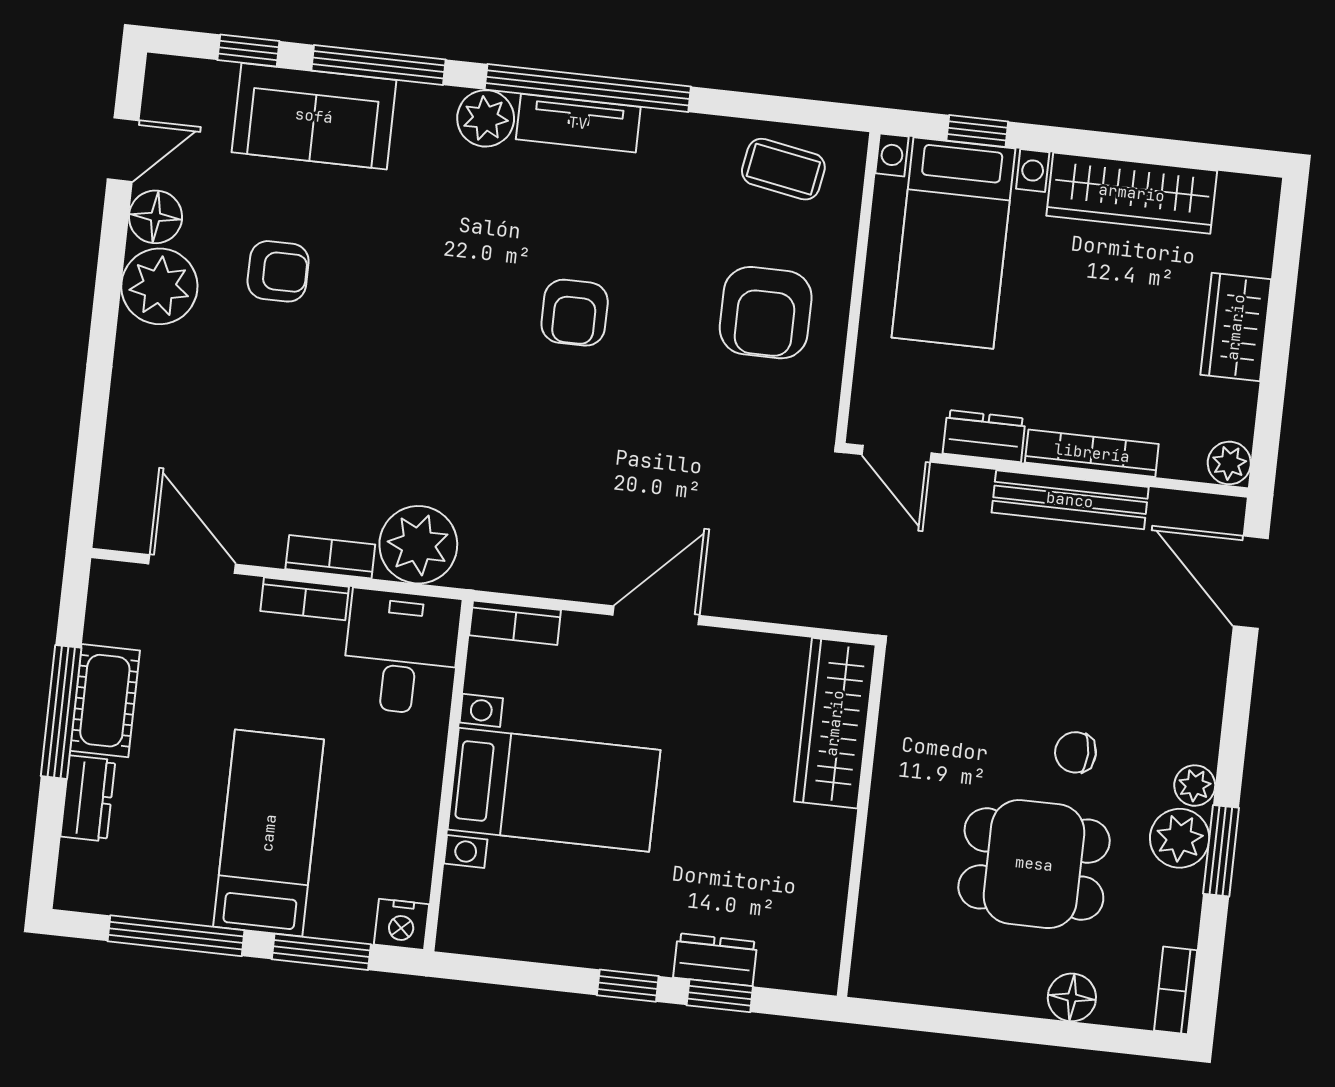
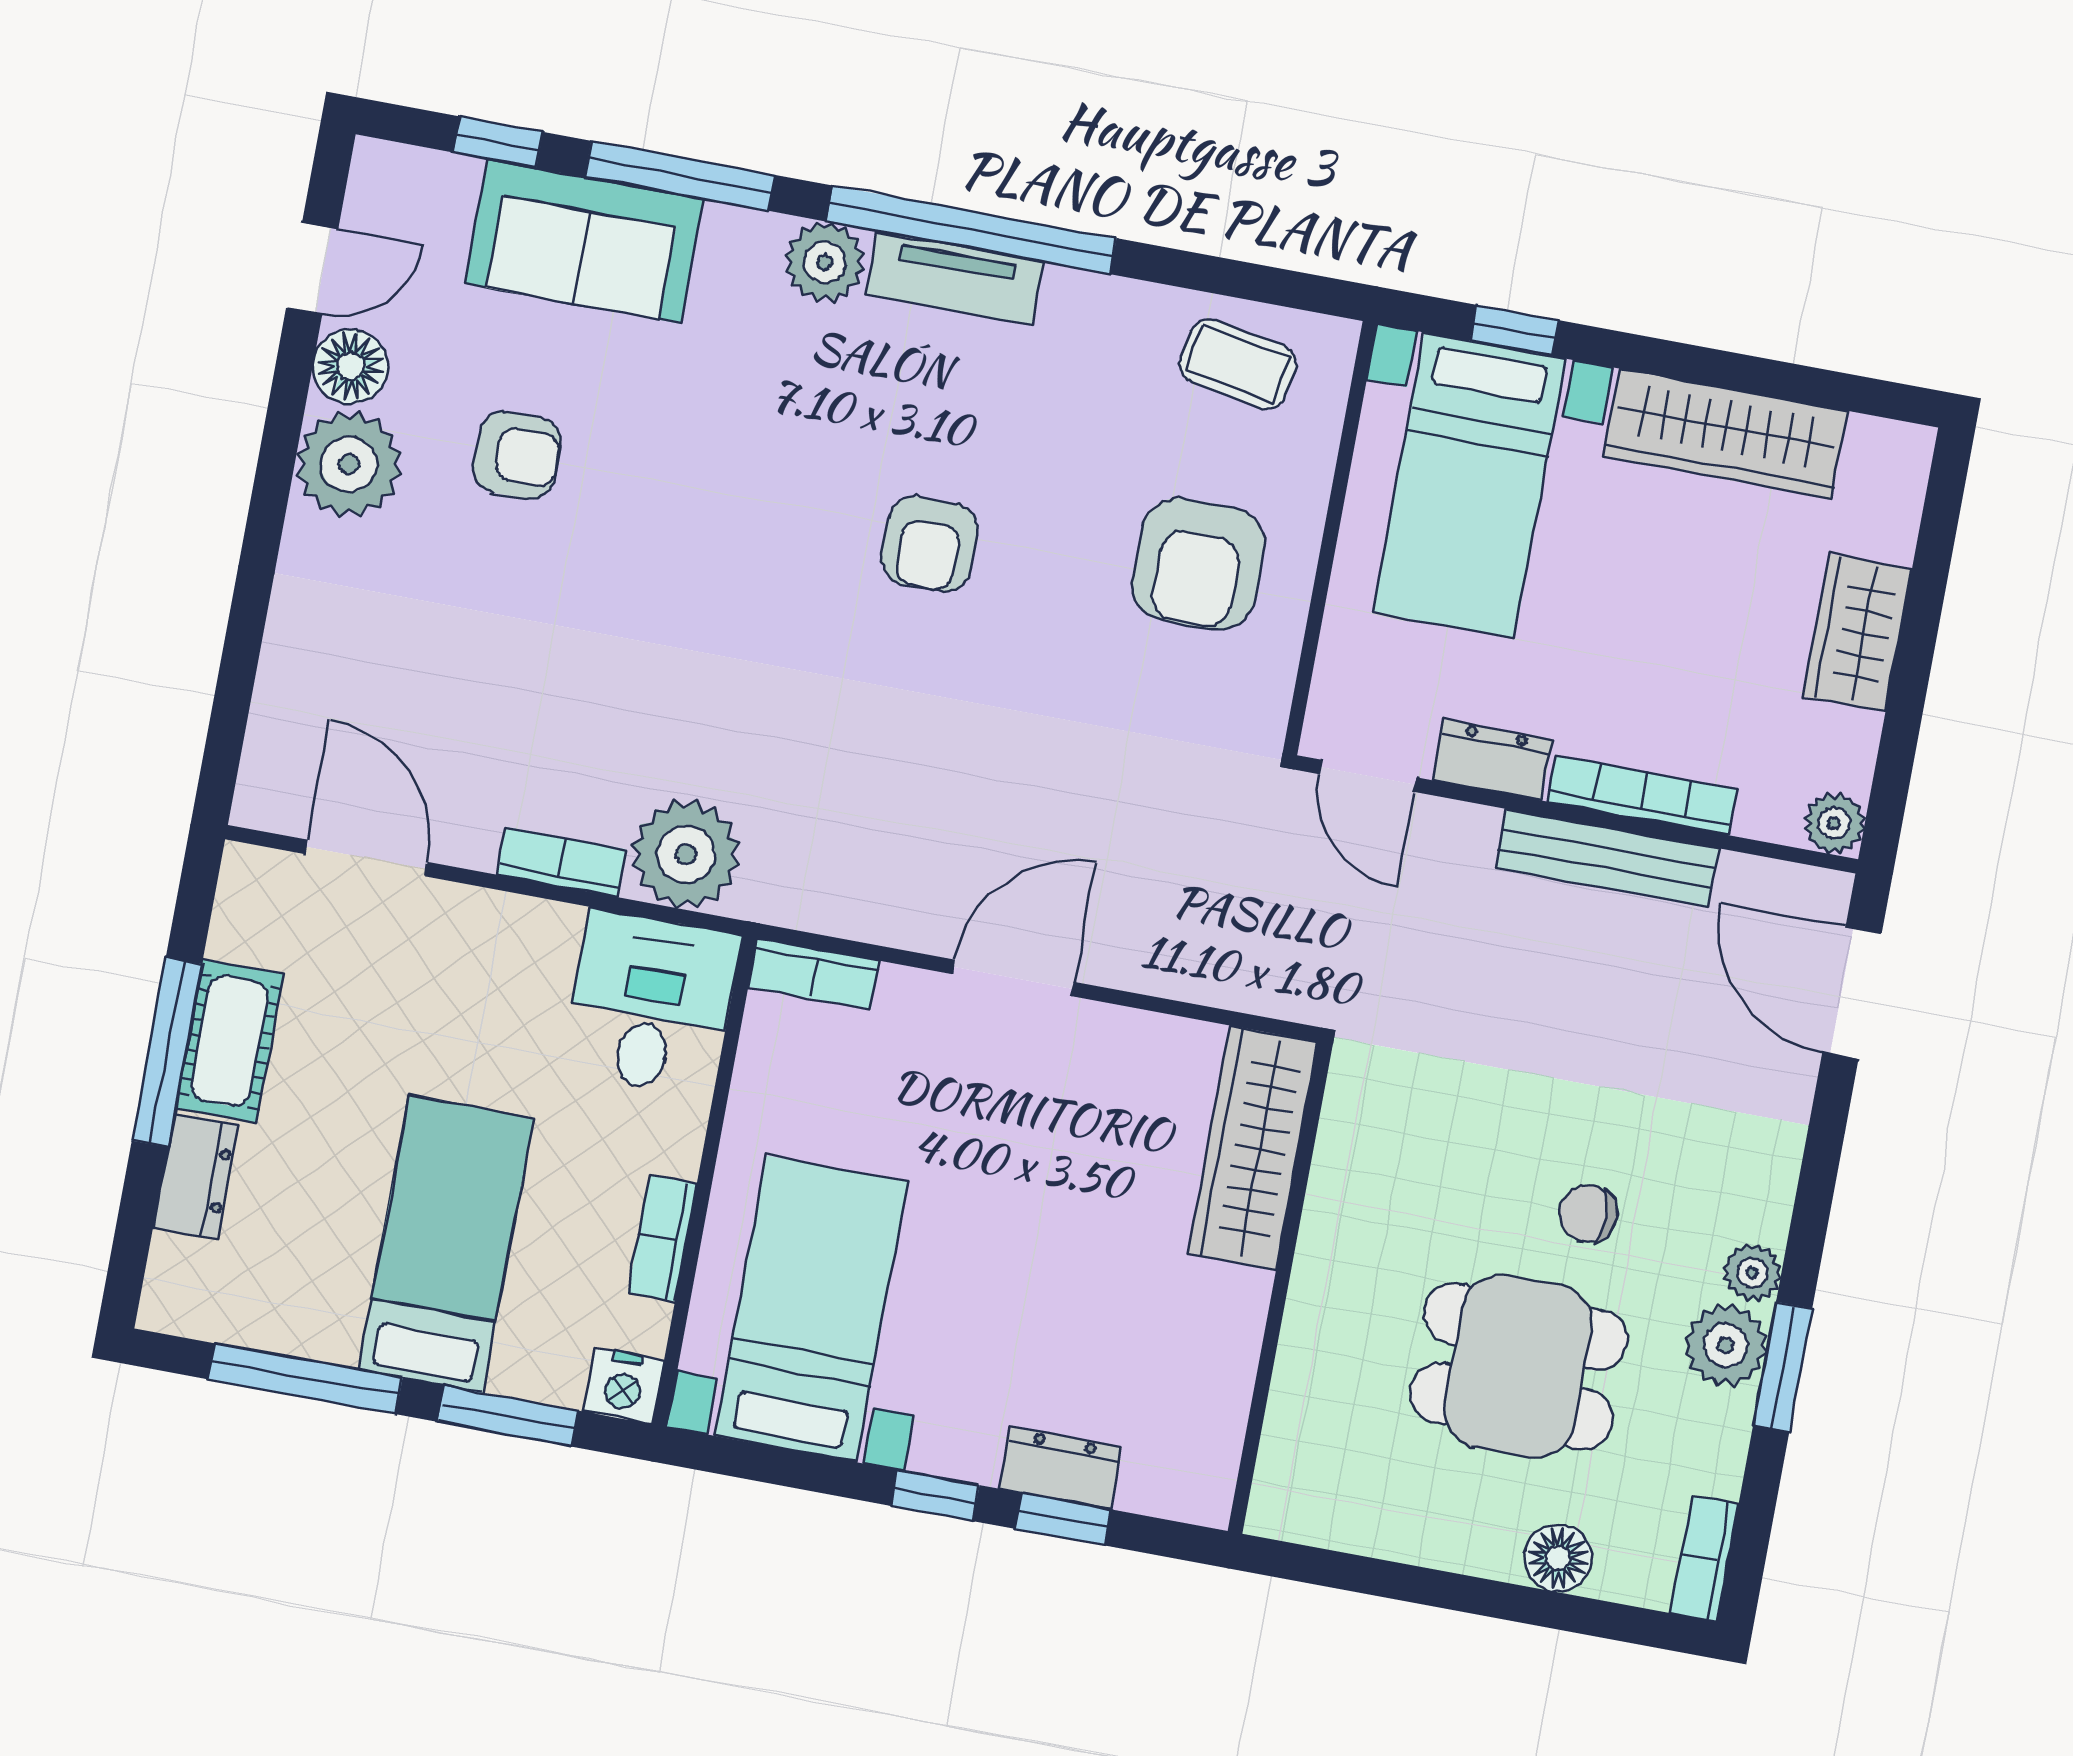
bookcase: (305, 599) -> (662, 1238), moved, turned 90
bed with nightstands: (554, 790) -> (811, 1309), moved, turned -90

